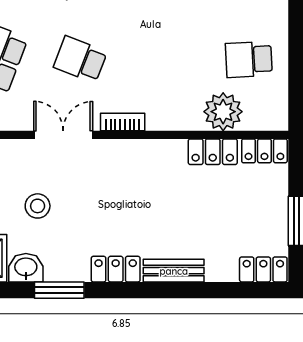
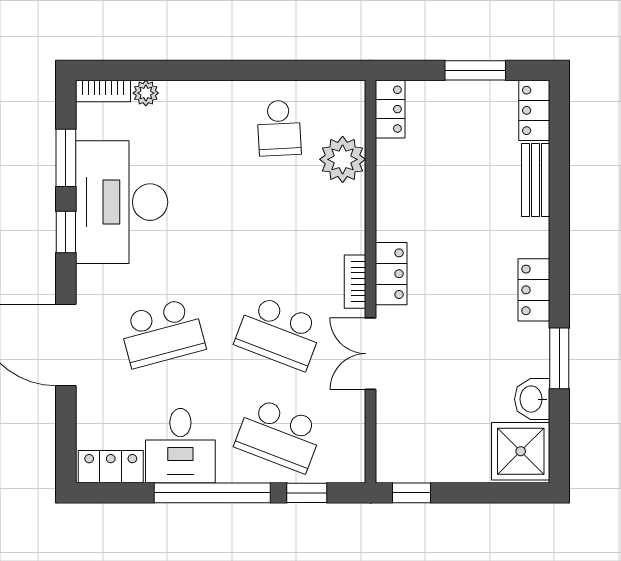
school desk: (80, 59) -> (279, 333), width x1.85
locker: (213, 152) -> (391, 274), moved
stool: (38, 206) -> (457, 385), removed
bench: (174, 271) -> (536, 180), moved

